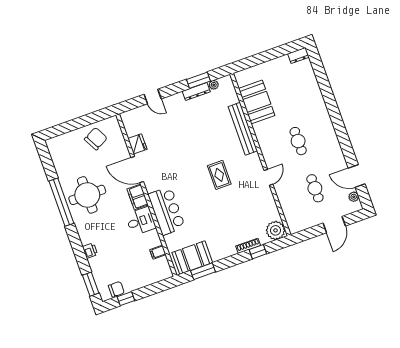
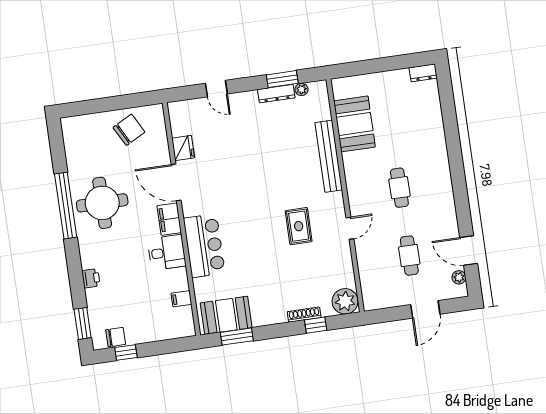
rug: (219, 175) -> (299, 226), moved

